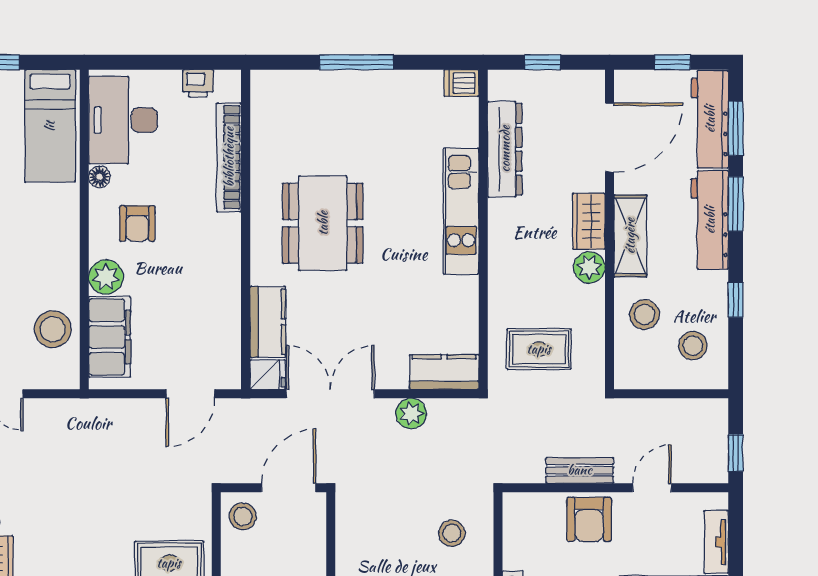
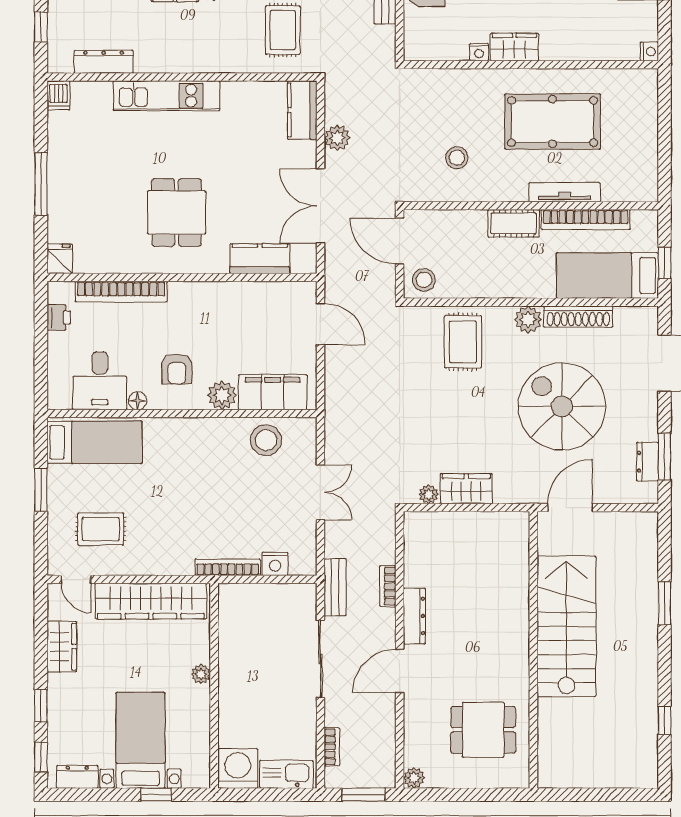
desk: (123, 120) -> (100, 381), width x0.73
dresser: (505, 149) -> (104, 62), width x0.73, depth x0.80
armchair: (137, 223) -> (177, 369), turned 90
dining table: (323, 223) -> (177, 212), width x0.73
fridge: (268, 375) -> (60, 259), moved
stool: (452, 533) -> (457, 158), moved

